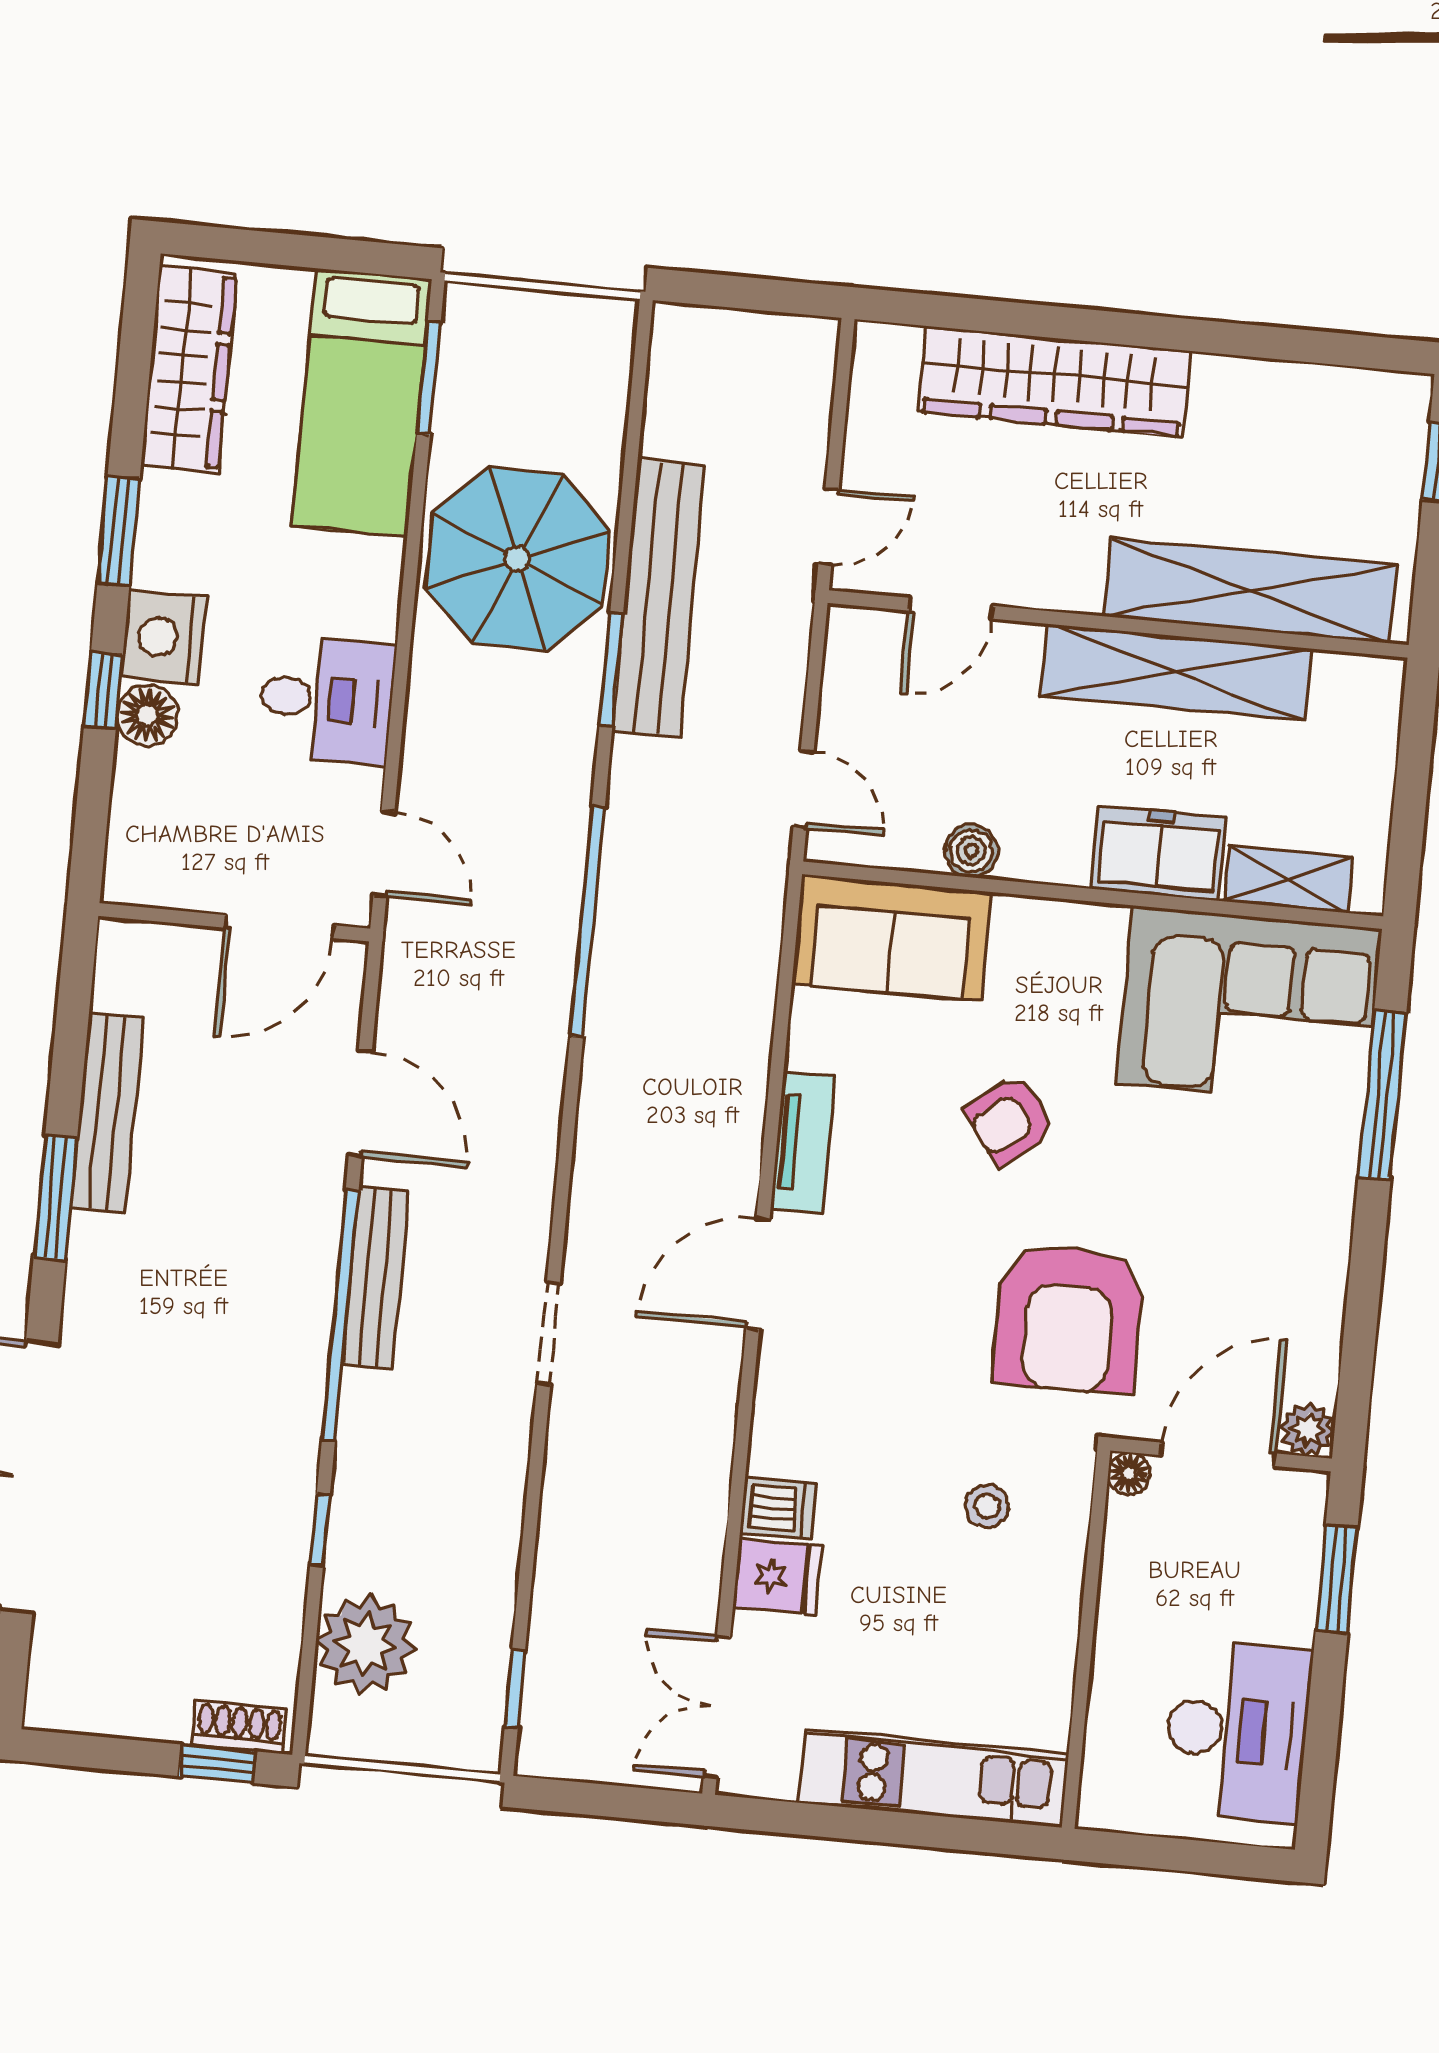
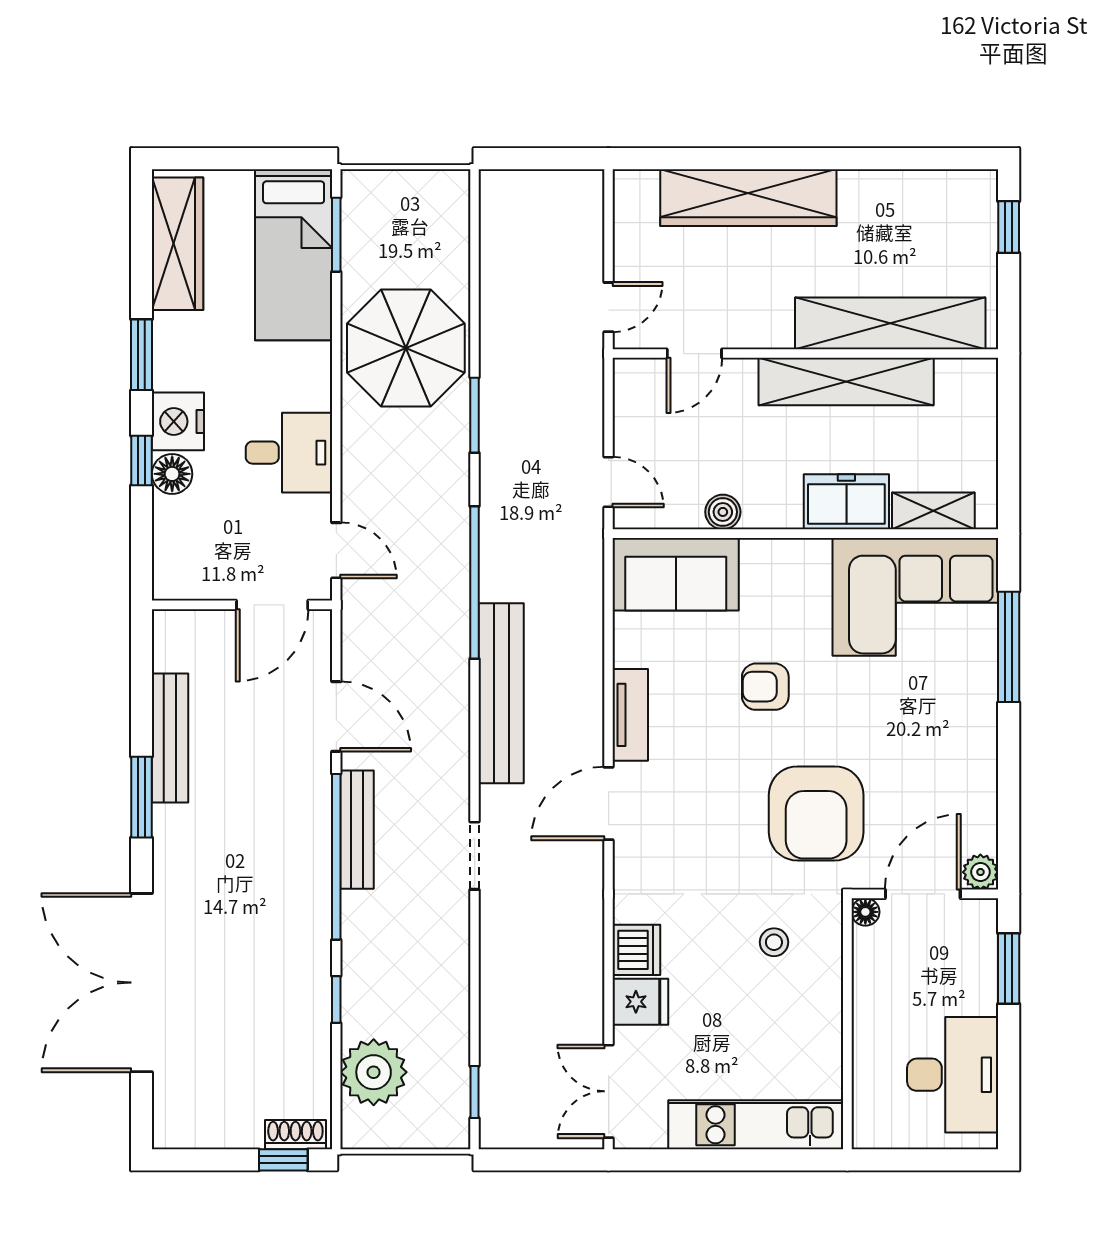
bench: (658, 598) -> (501, 693), moved
armchair: (1010, 1120) -> (765, 687), turned 37
dishwasher: (778, 1508) -> (636, 950), width x1.38

